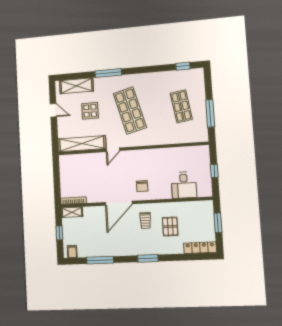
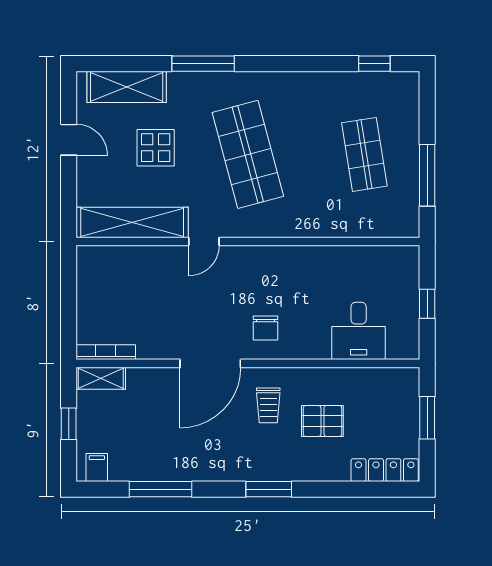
pallet: (170, 226) -> (322, 421), turned 90

